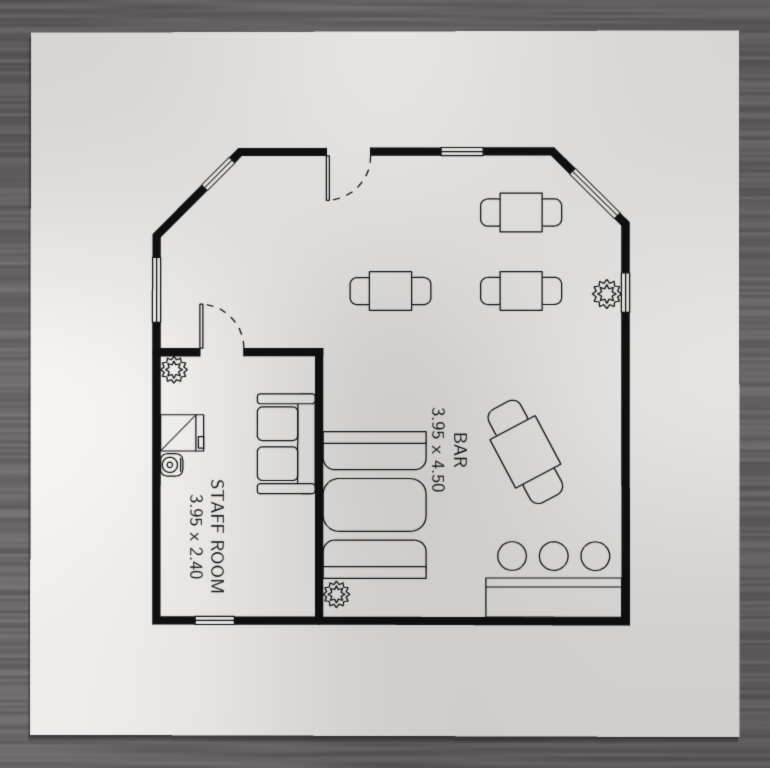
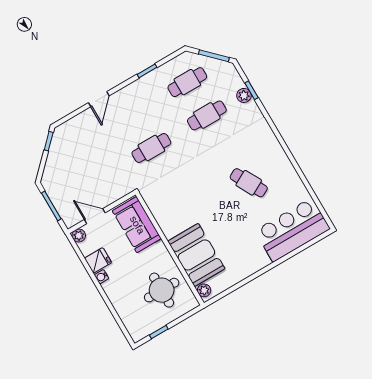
sofa: (286, 444) -> (137, 225), moved
cafe table: (525, 452) -> (249, 183), width x0.73, depth x0.74
booth: (375, 505) -> (196, 255), width x0.73, depth x0.70
round table: (263, 550) -> (162, 290), added

